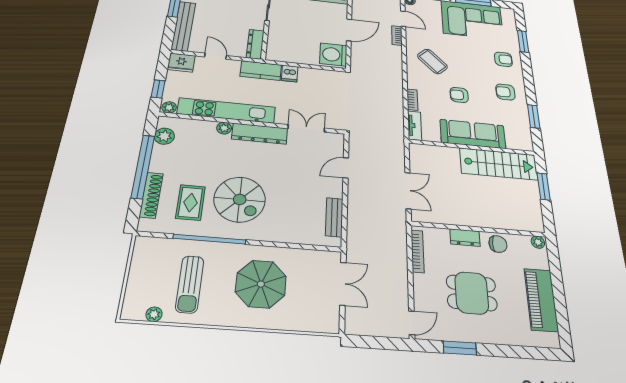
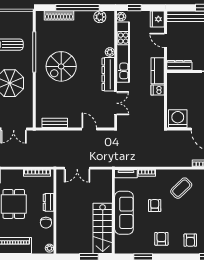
door: (216, 56) -> (166, 40), swing flipped
rug: (190, 202) -> (56, 38), removed

